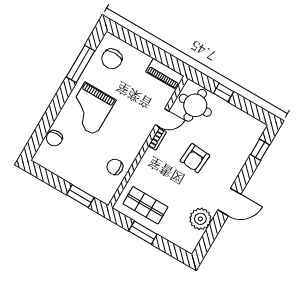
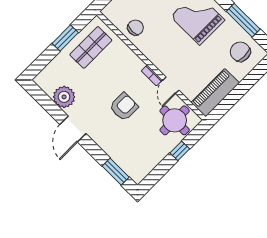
piano: (165, 74) -> (215, 93), width x1.37, depth x1.33
window: (260, 150) -> (116, 172), width x1.50
armchair: (195, 158) -> (124, 107), turned 86

